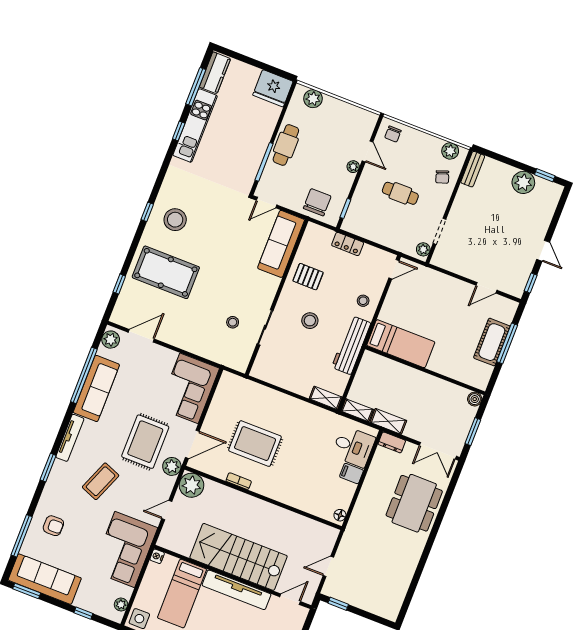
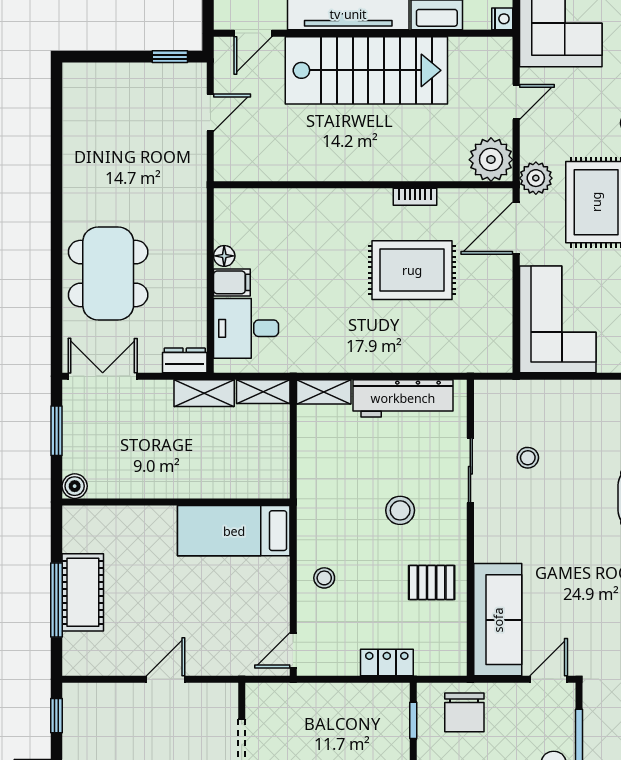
plant: (423, 249) -> (257, 702), removed
door: (486, 288) -> (165, 679), moved
workbench: (351, 345) -> (403, 398), moved, turned 90
floor lamp: (340, 515) -> (224, 256), moved

